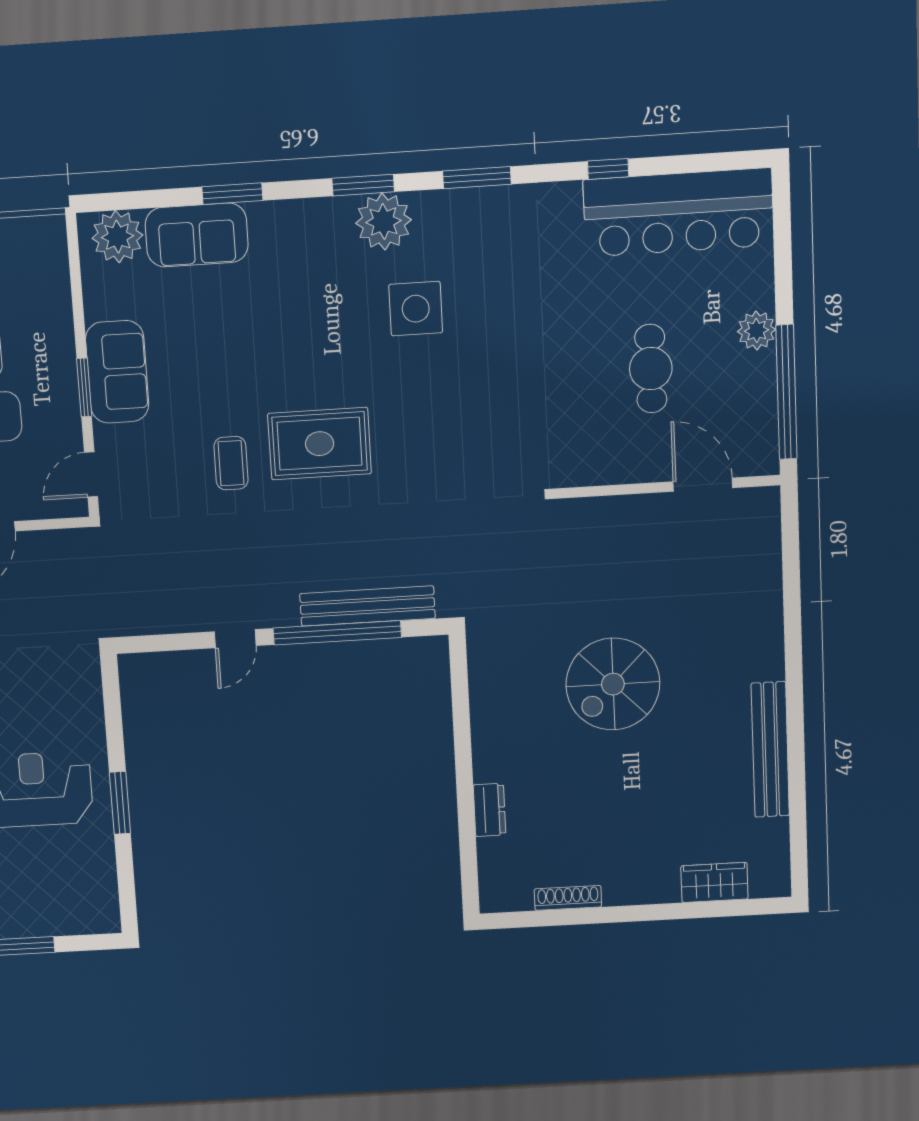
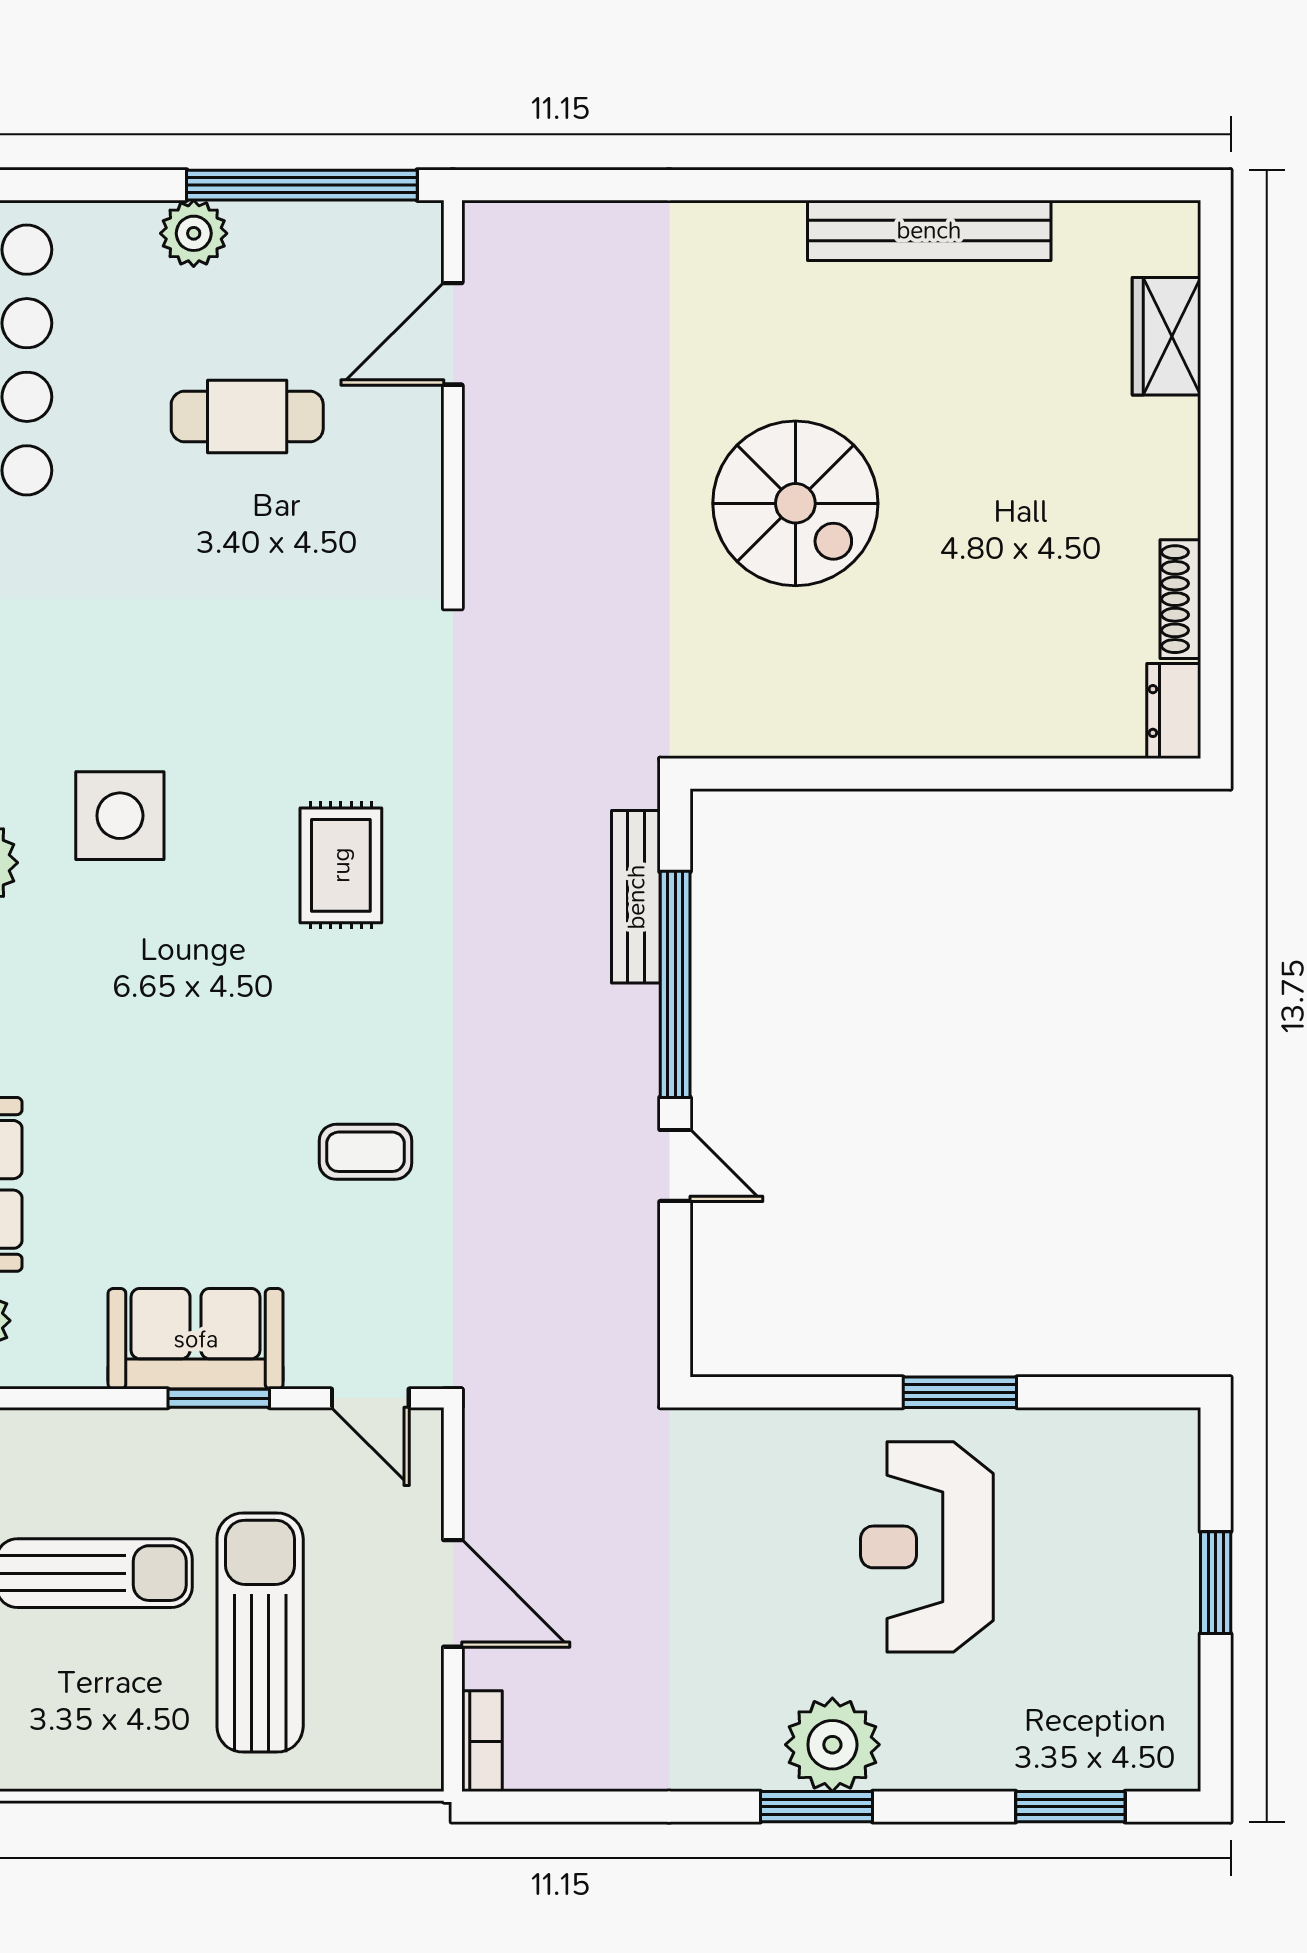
rug: (320, 444) -> (341, 865), moved, width x0.73, depth x0.70
bench: (367, 606) -> (636, 897), width x0.73, depth x0.82
dresser: (489, 810) -> (1174, 711), moved, turned -90

